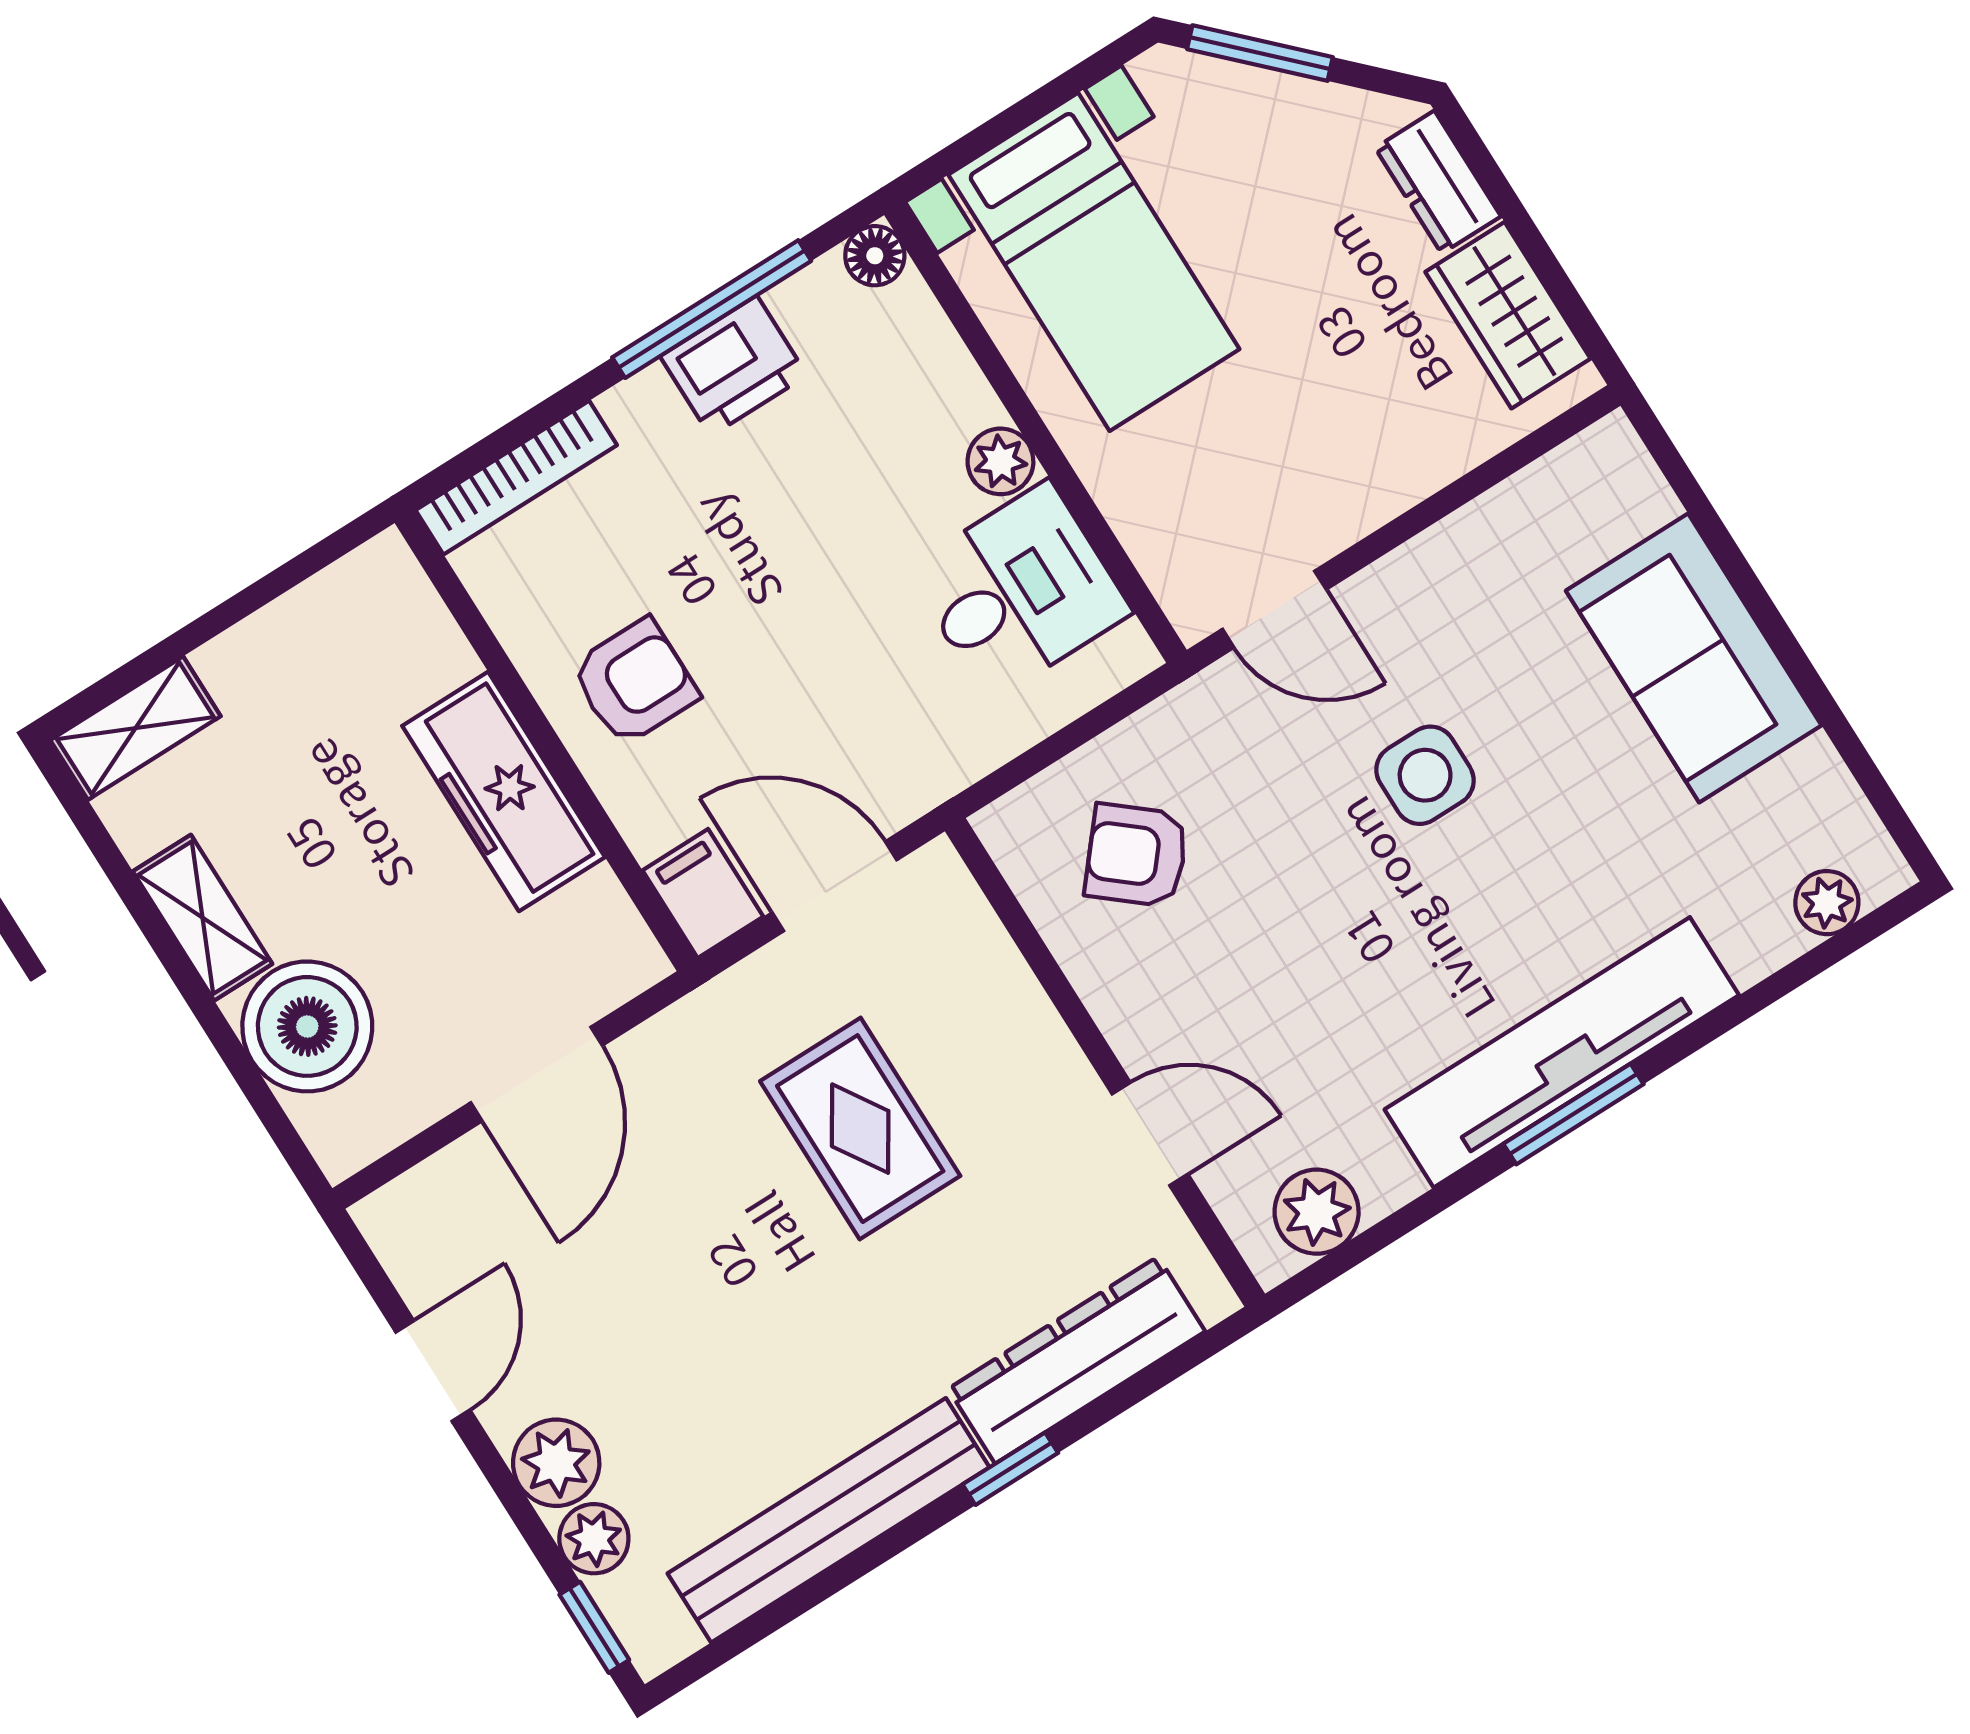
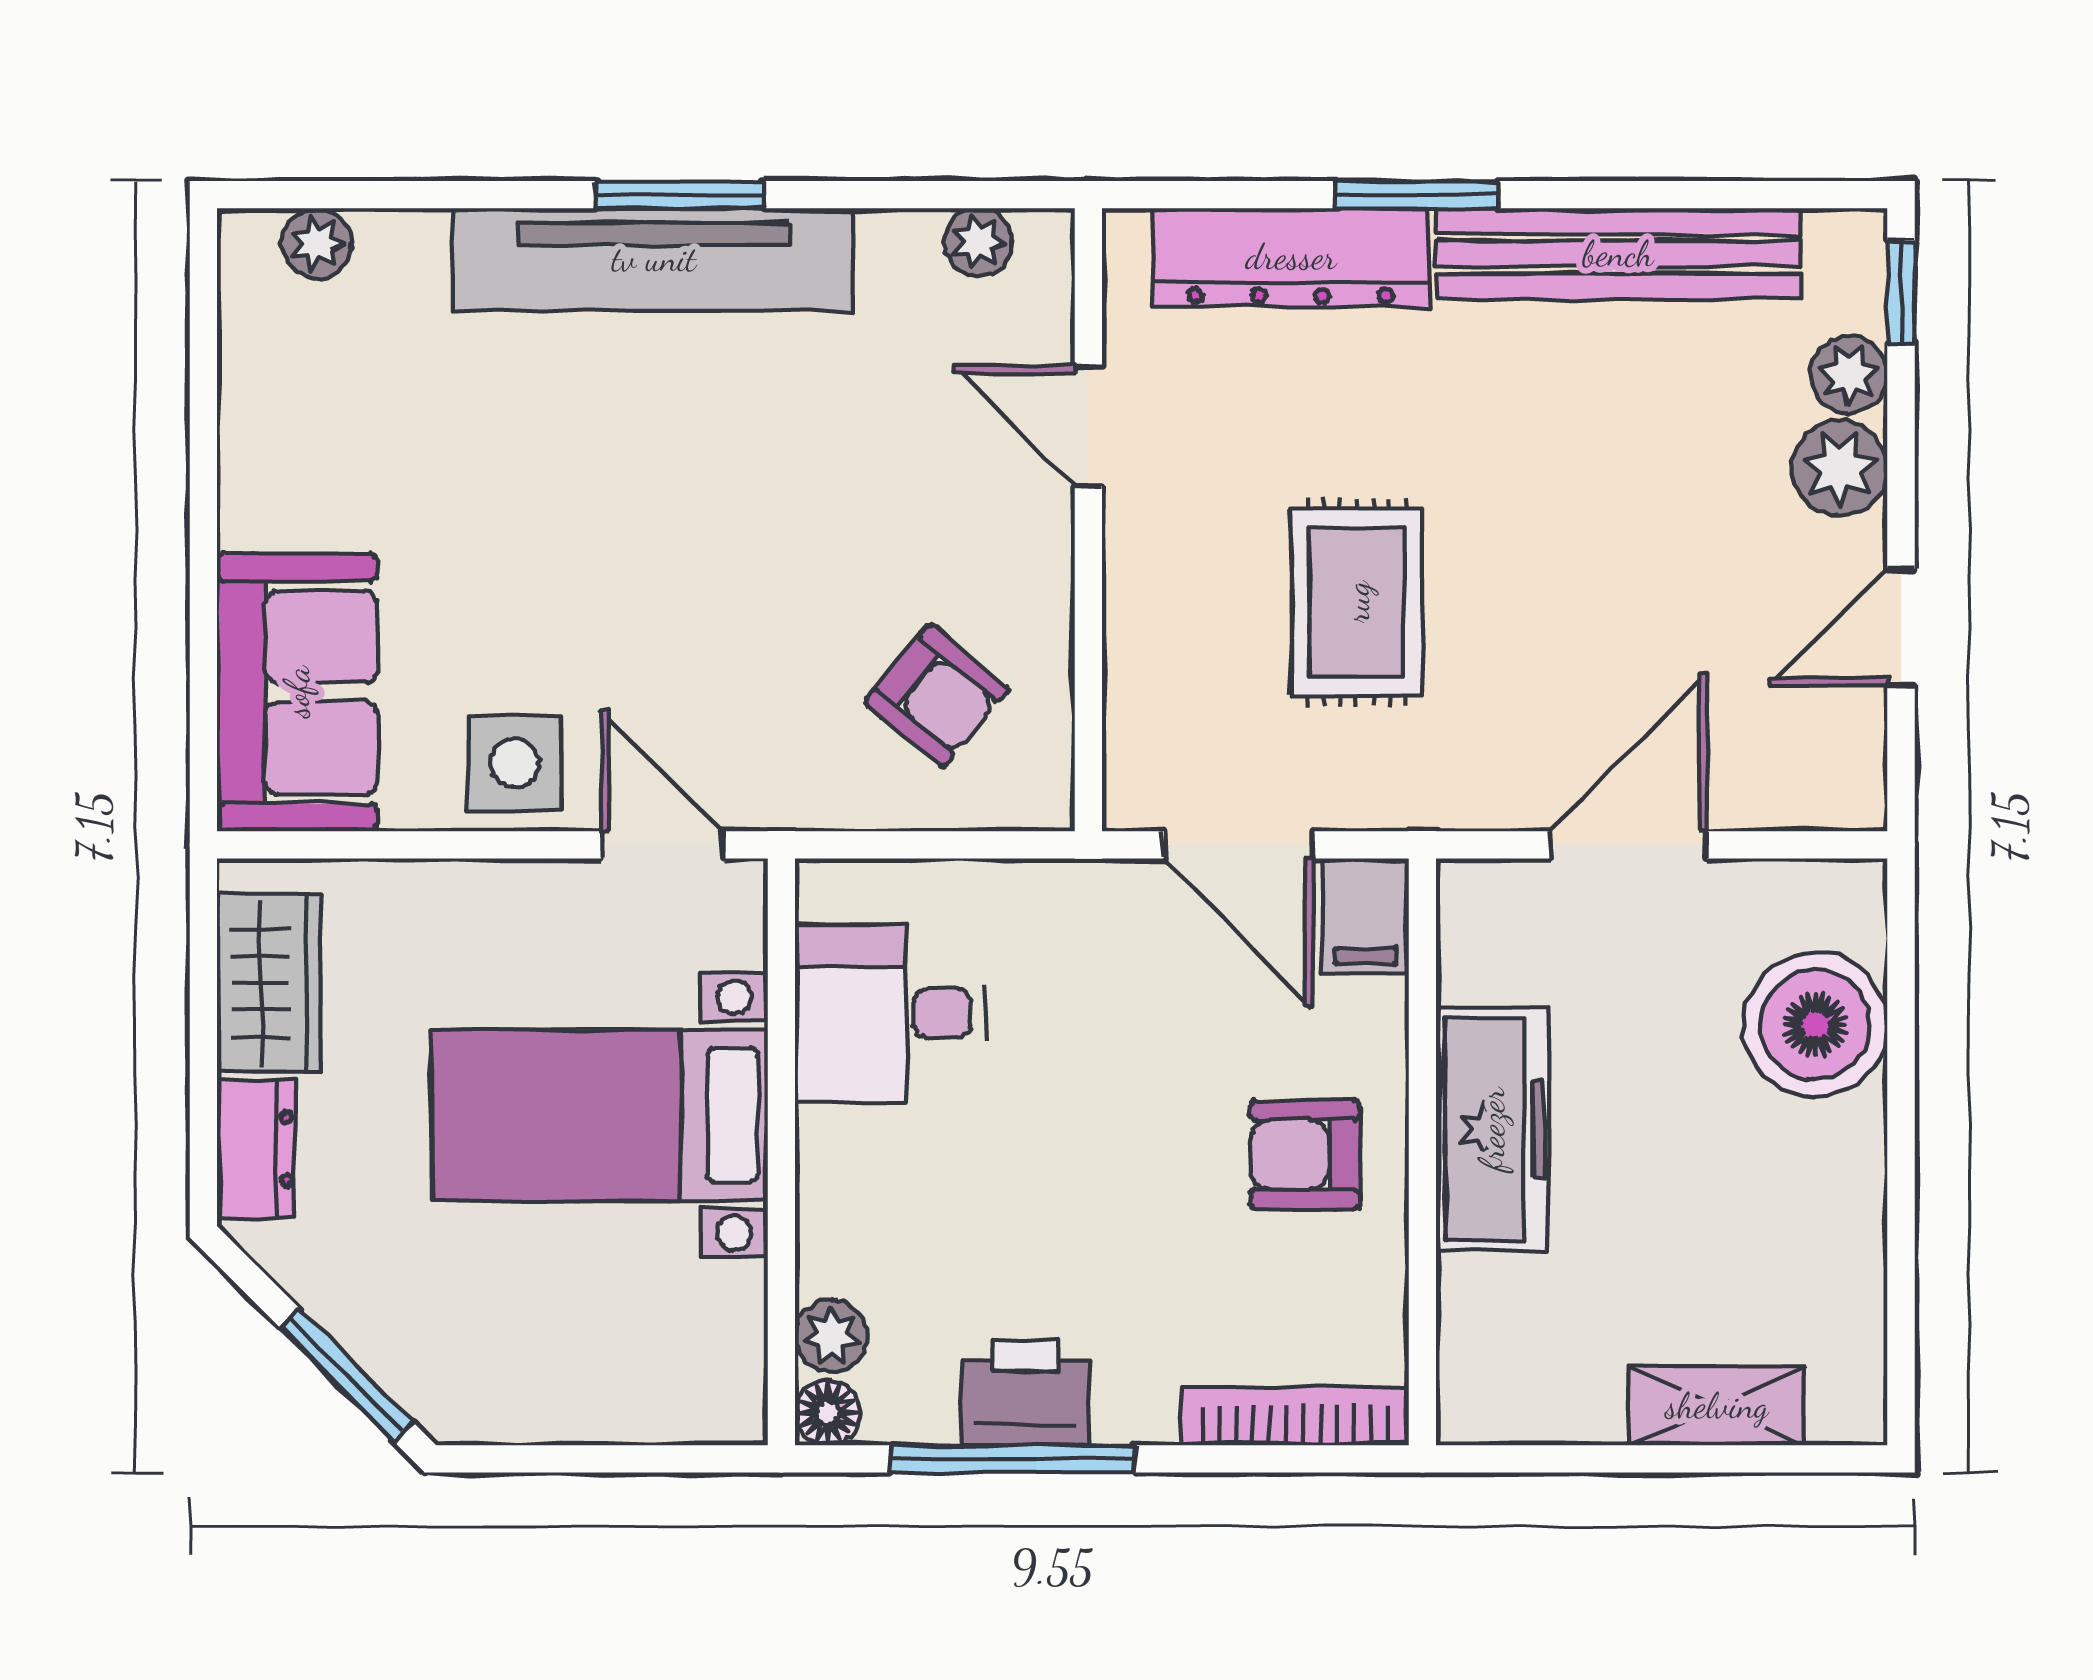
bed with nightstands: (1094, 262) -> (600, 1115), moved, turned -90
plant: (1000, 461) -> (831, 1336), moved
sofa: (1694, 658) -> (297, 692), moved
shelving: (135, 728) -> (1717, 1406), moved
side table: (1425, 775) -> (515, 763), moved
shelving: (202, 918) -> (1849, 1189), removed
plant: (1317, 1212) -> (978, 242), width x0.73, depth x0.73
window: (1010, 1469) -> (1417, 195), width x1.50

